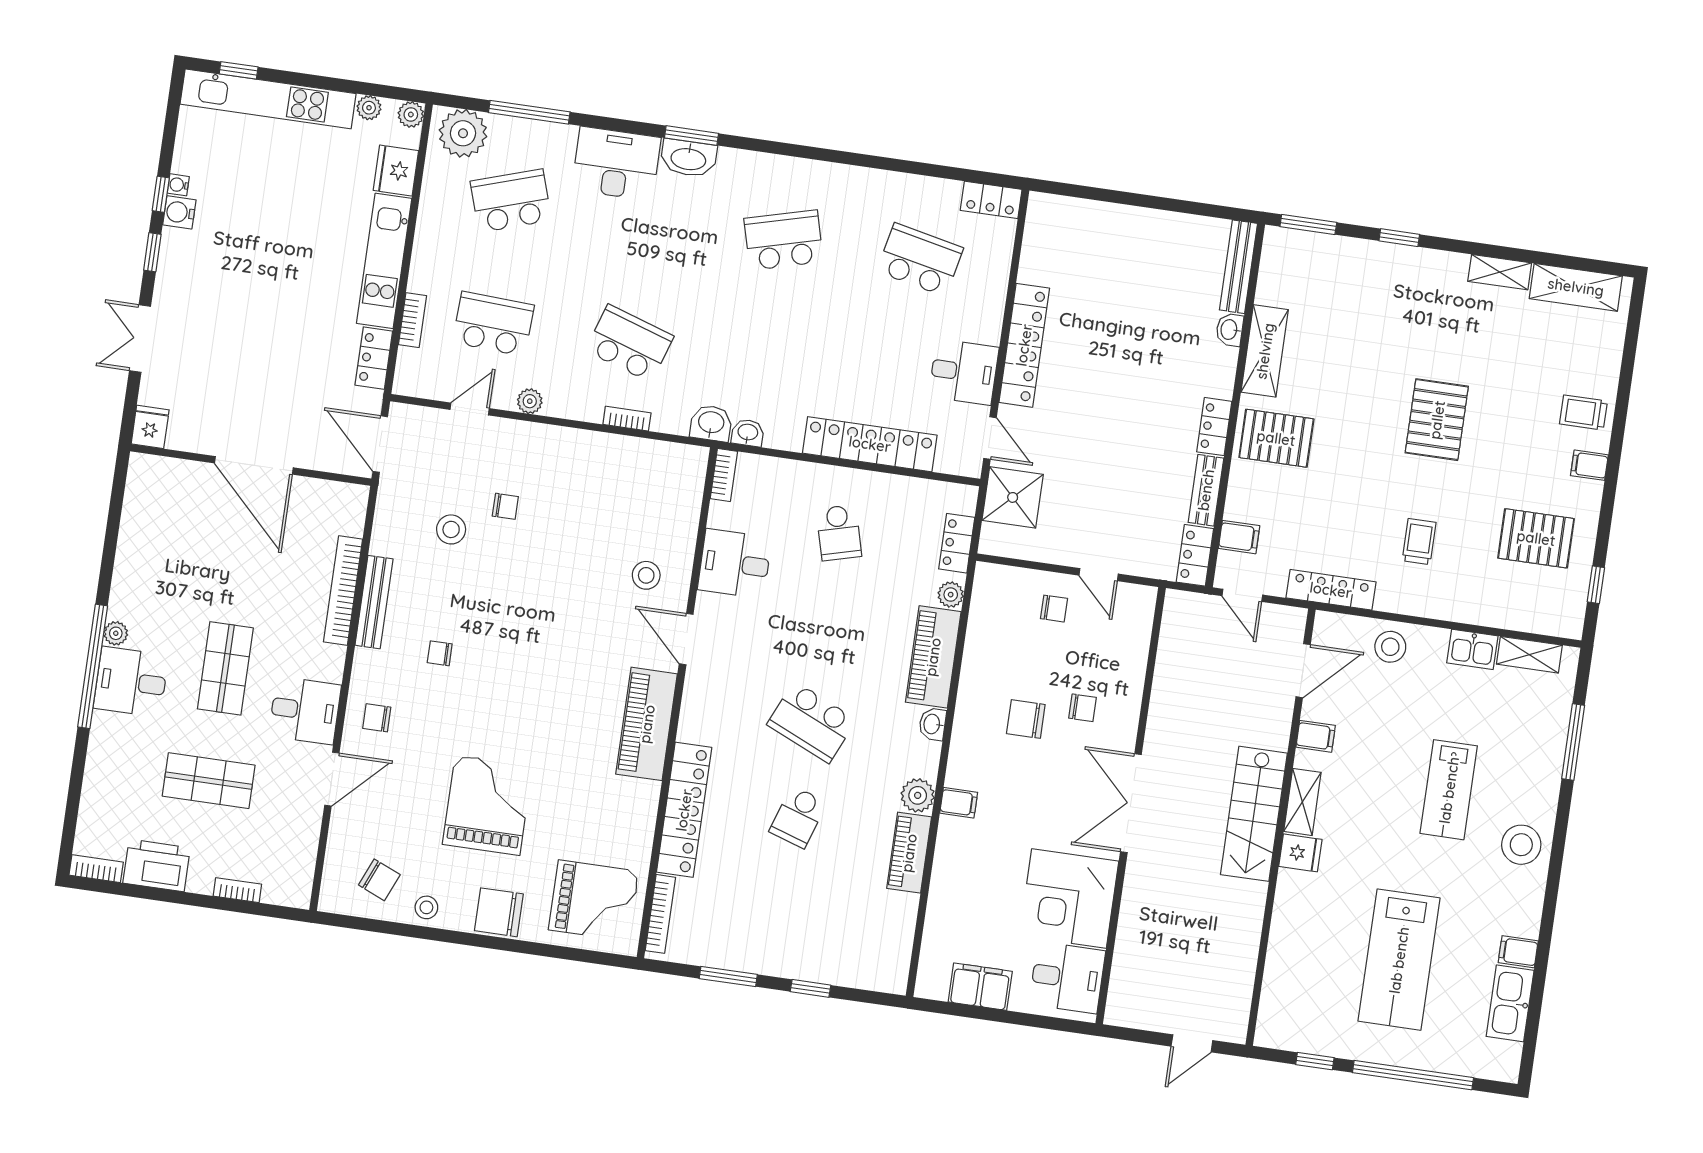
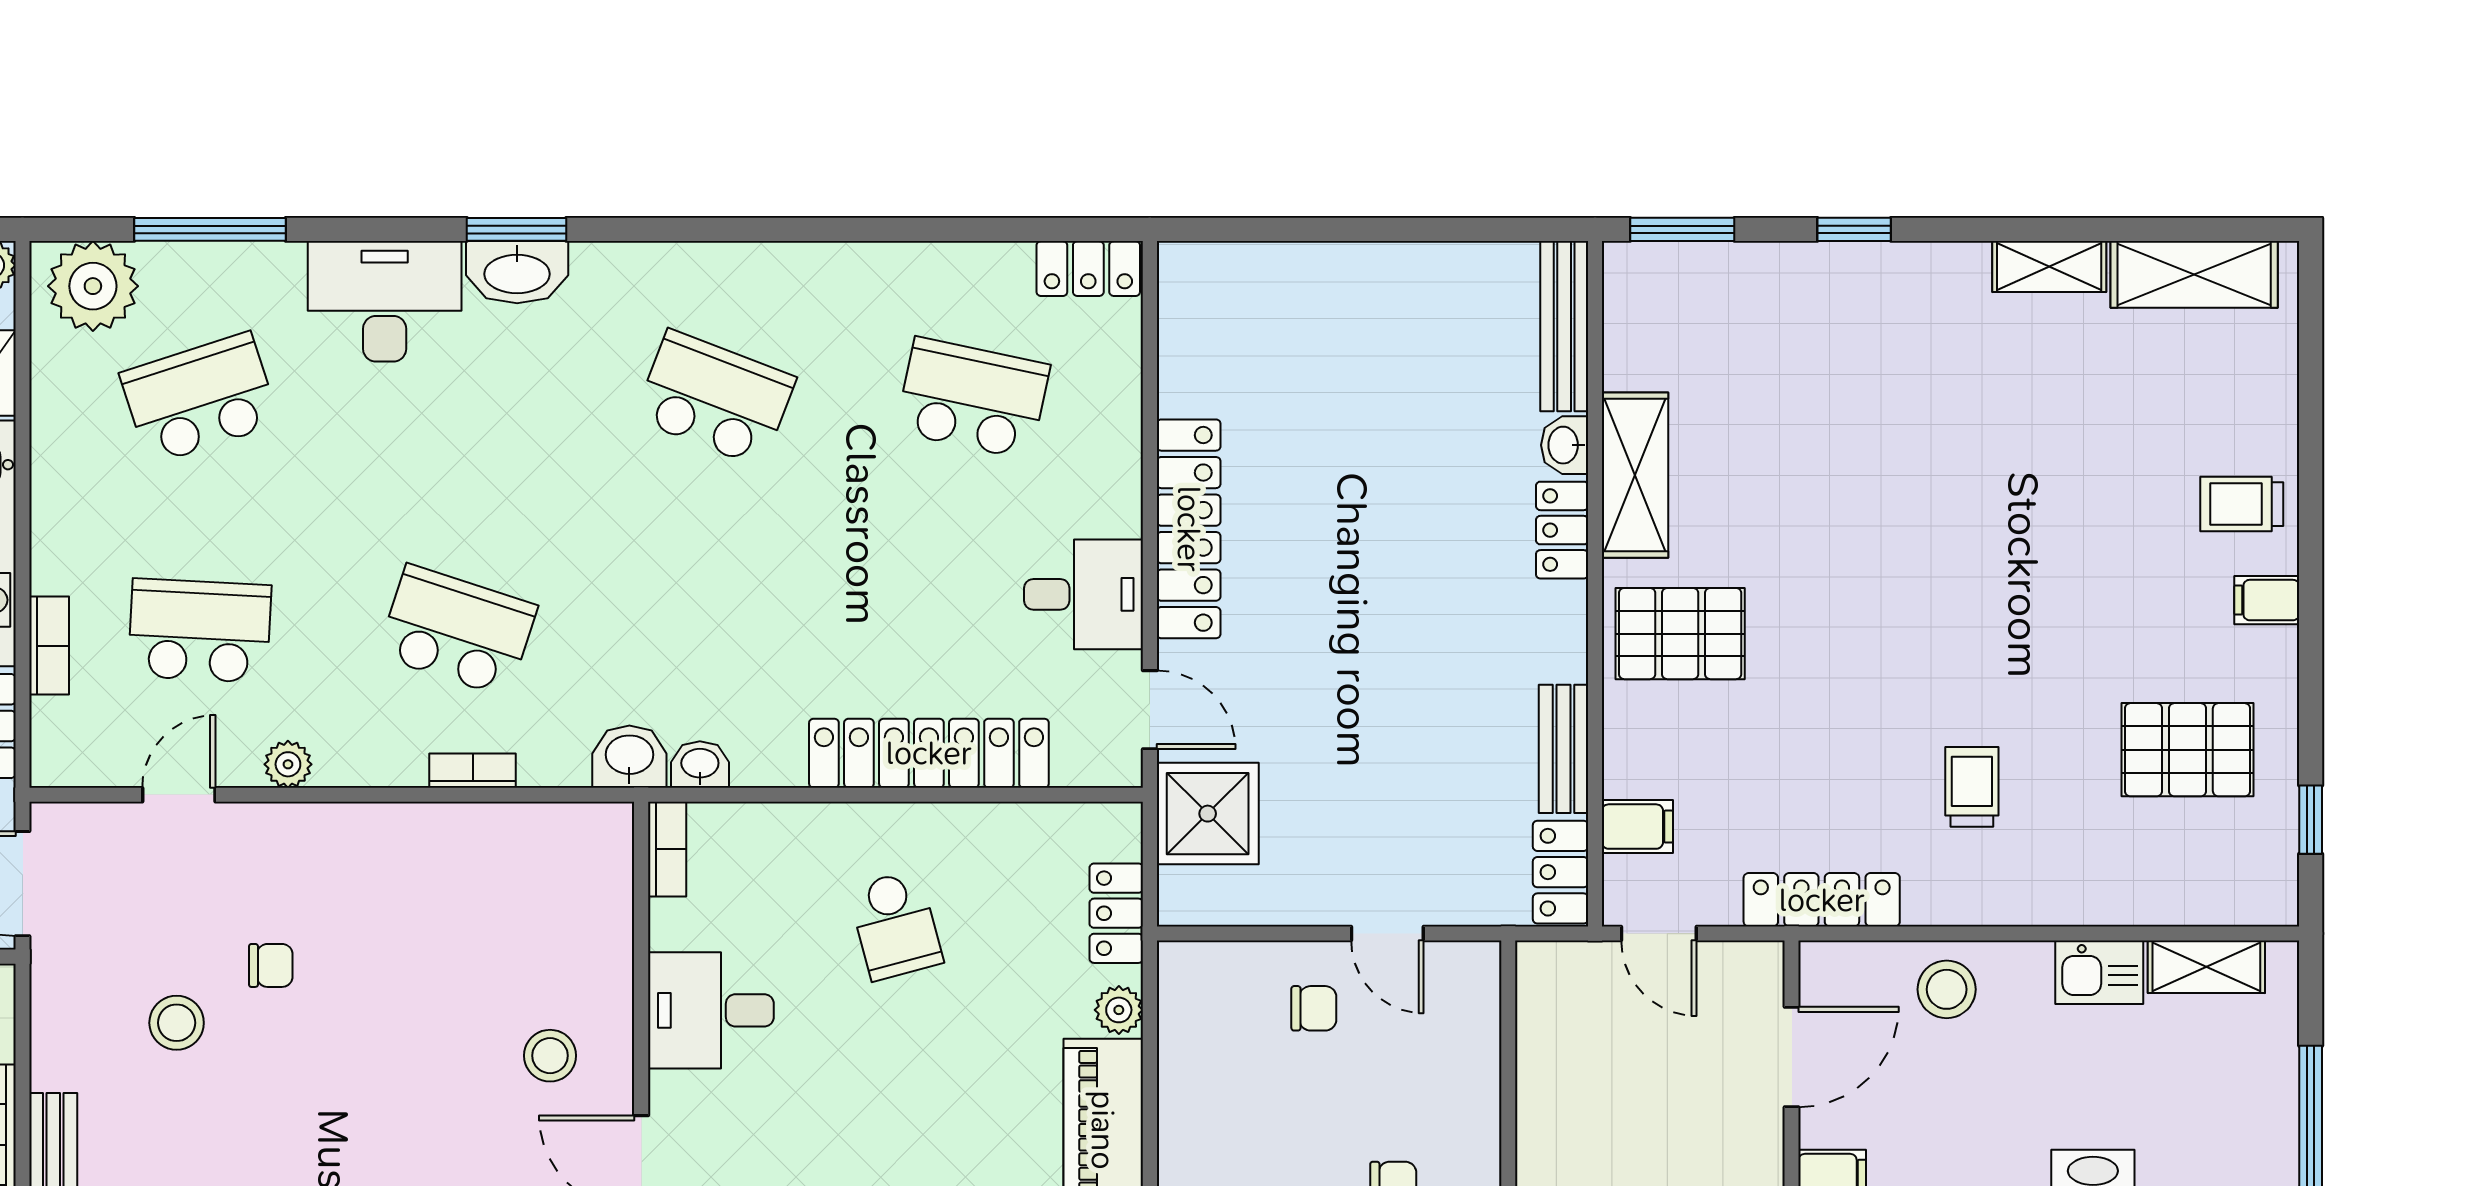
school desk: (784, 240) -> (715, 398), turned 36
pallet: (1437, 420) -> (1972, 556), removed
locker: (1214, 427) -> (1562, 530), moved

